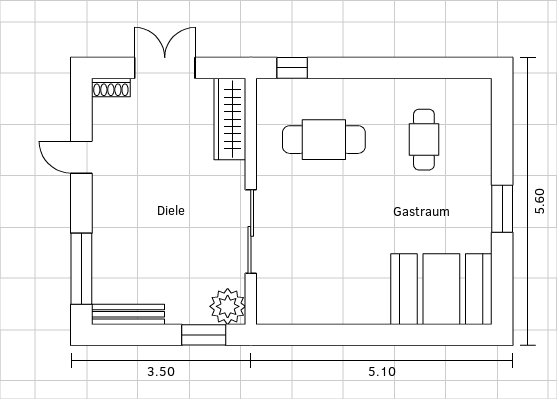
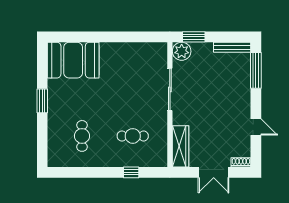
window: (292, 68) -> (131, 172), moved
cafe table: (324, 140) -> (133, 136), width x0.73, depth x0.74

